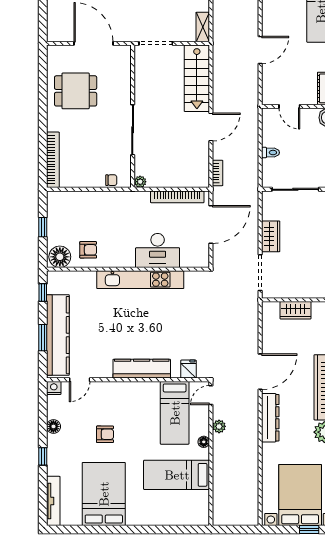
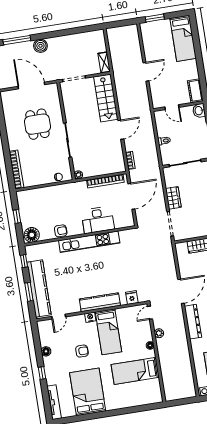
dining table: (76, 91) -> (37, 124), moved, turned 90
armchair: (88, 250) -> (61, 231), moved
nightstand: (54, 388) -> (90, 317), moved
bed: (175, 413) -> (108, 332), moved

